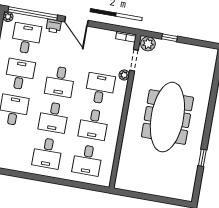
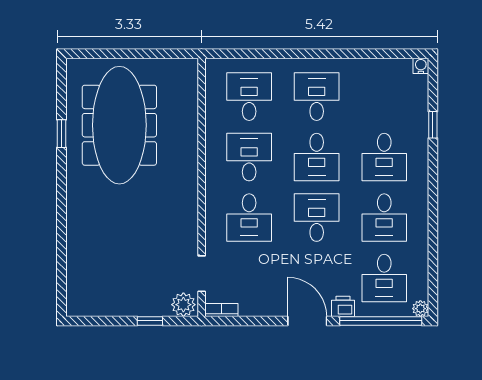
plant: (124, 75) -> (213, 247), removed
desk: (54, 117) -> (317, 157), turned 180
meeting table: (167, 117) -> (119, 125), moved

